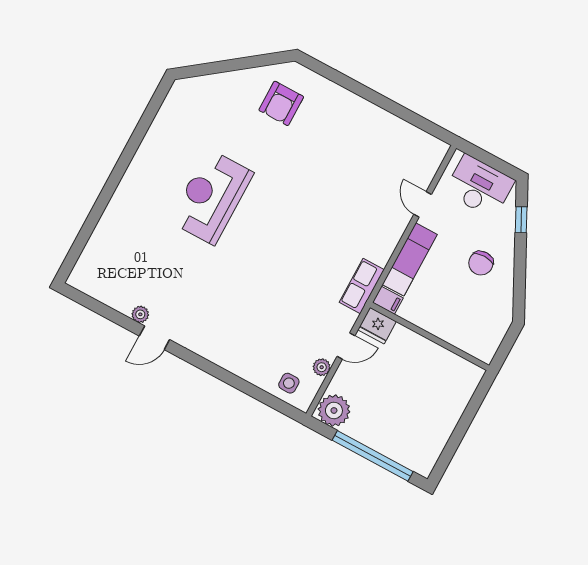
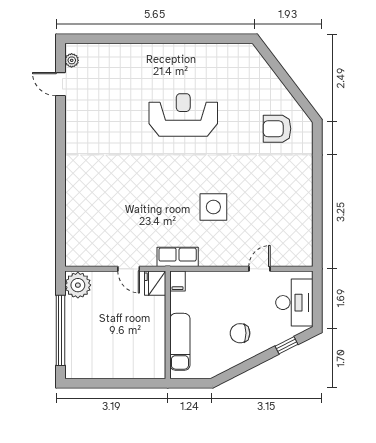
exam couch: (410, 259) -> (180, 342), moved, turned -90
plant: (140, 314) -> (72, 60), moved
door: (154, 338) -> (60, 84), moved
plant: (322, 367) -> (104, 260), removed
side table: (289, 383) -> (213, 207), moved, width x1.87, depth x1.87

